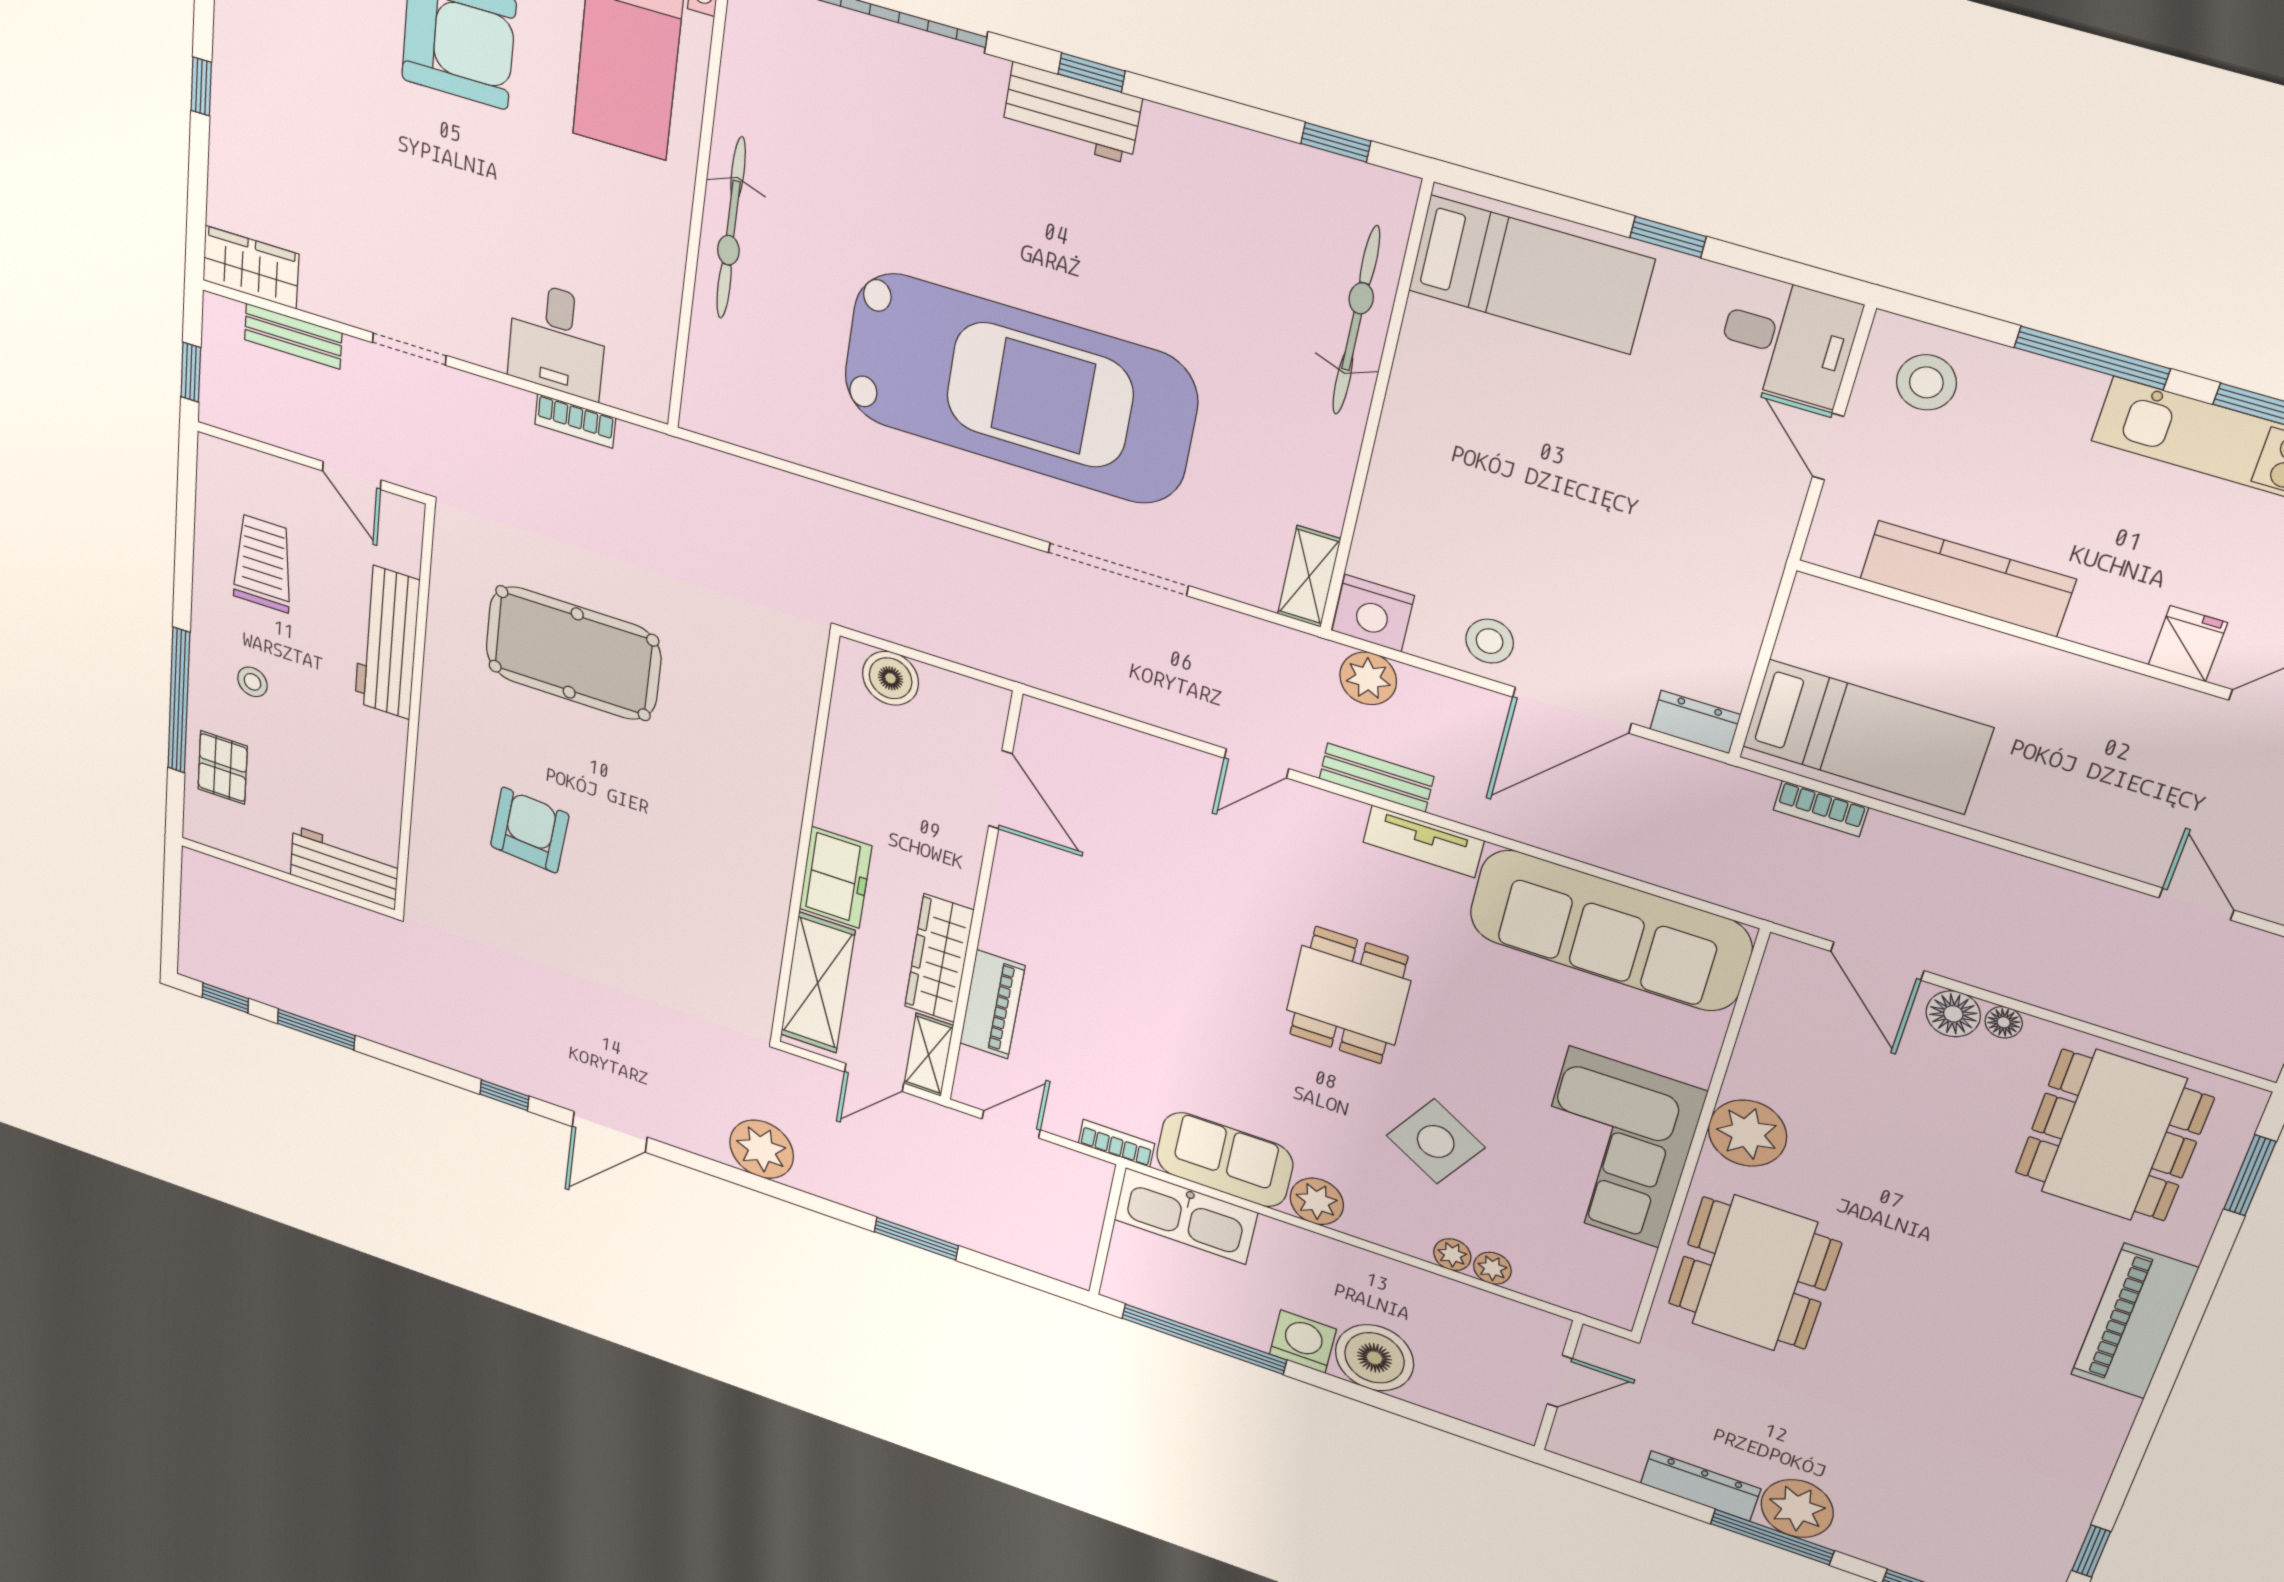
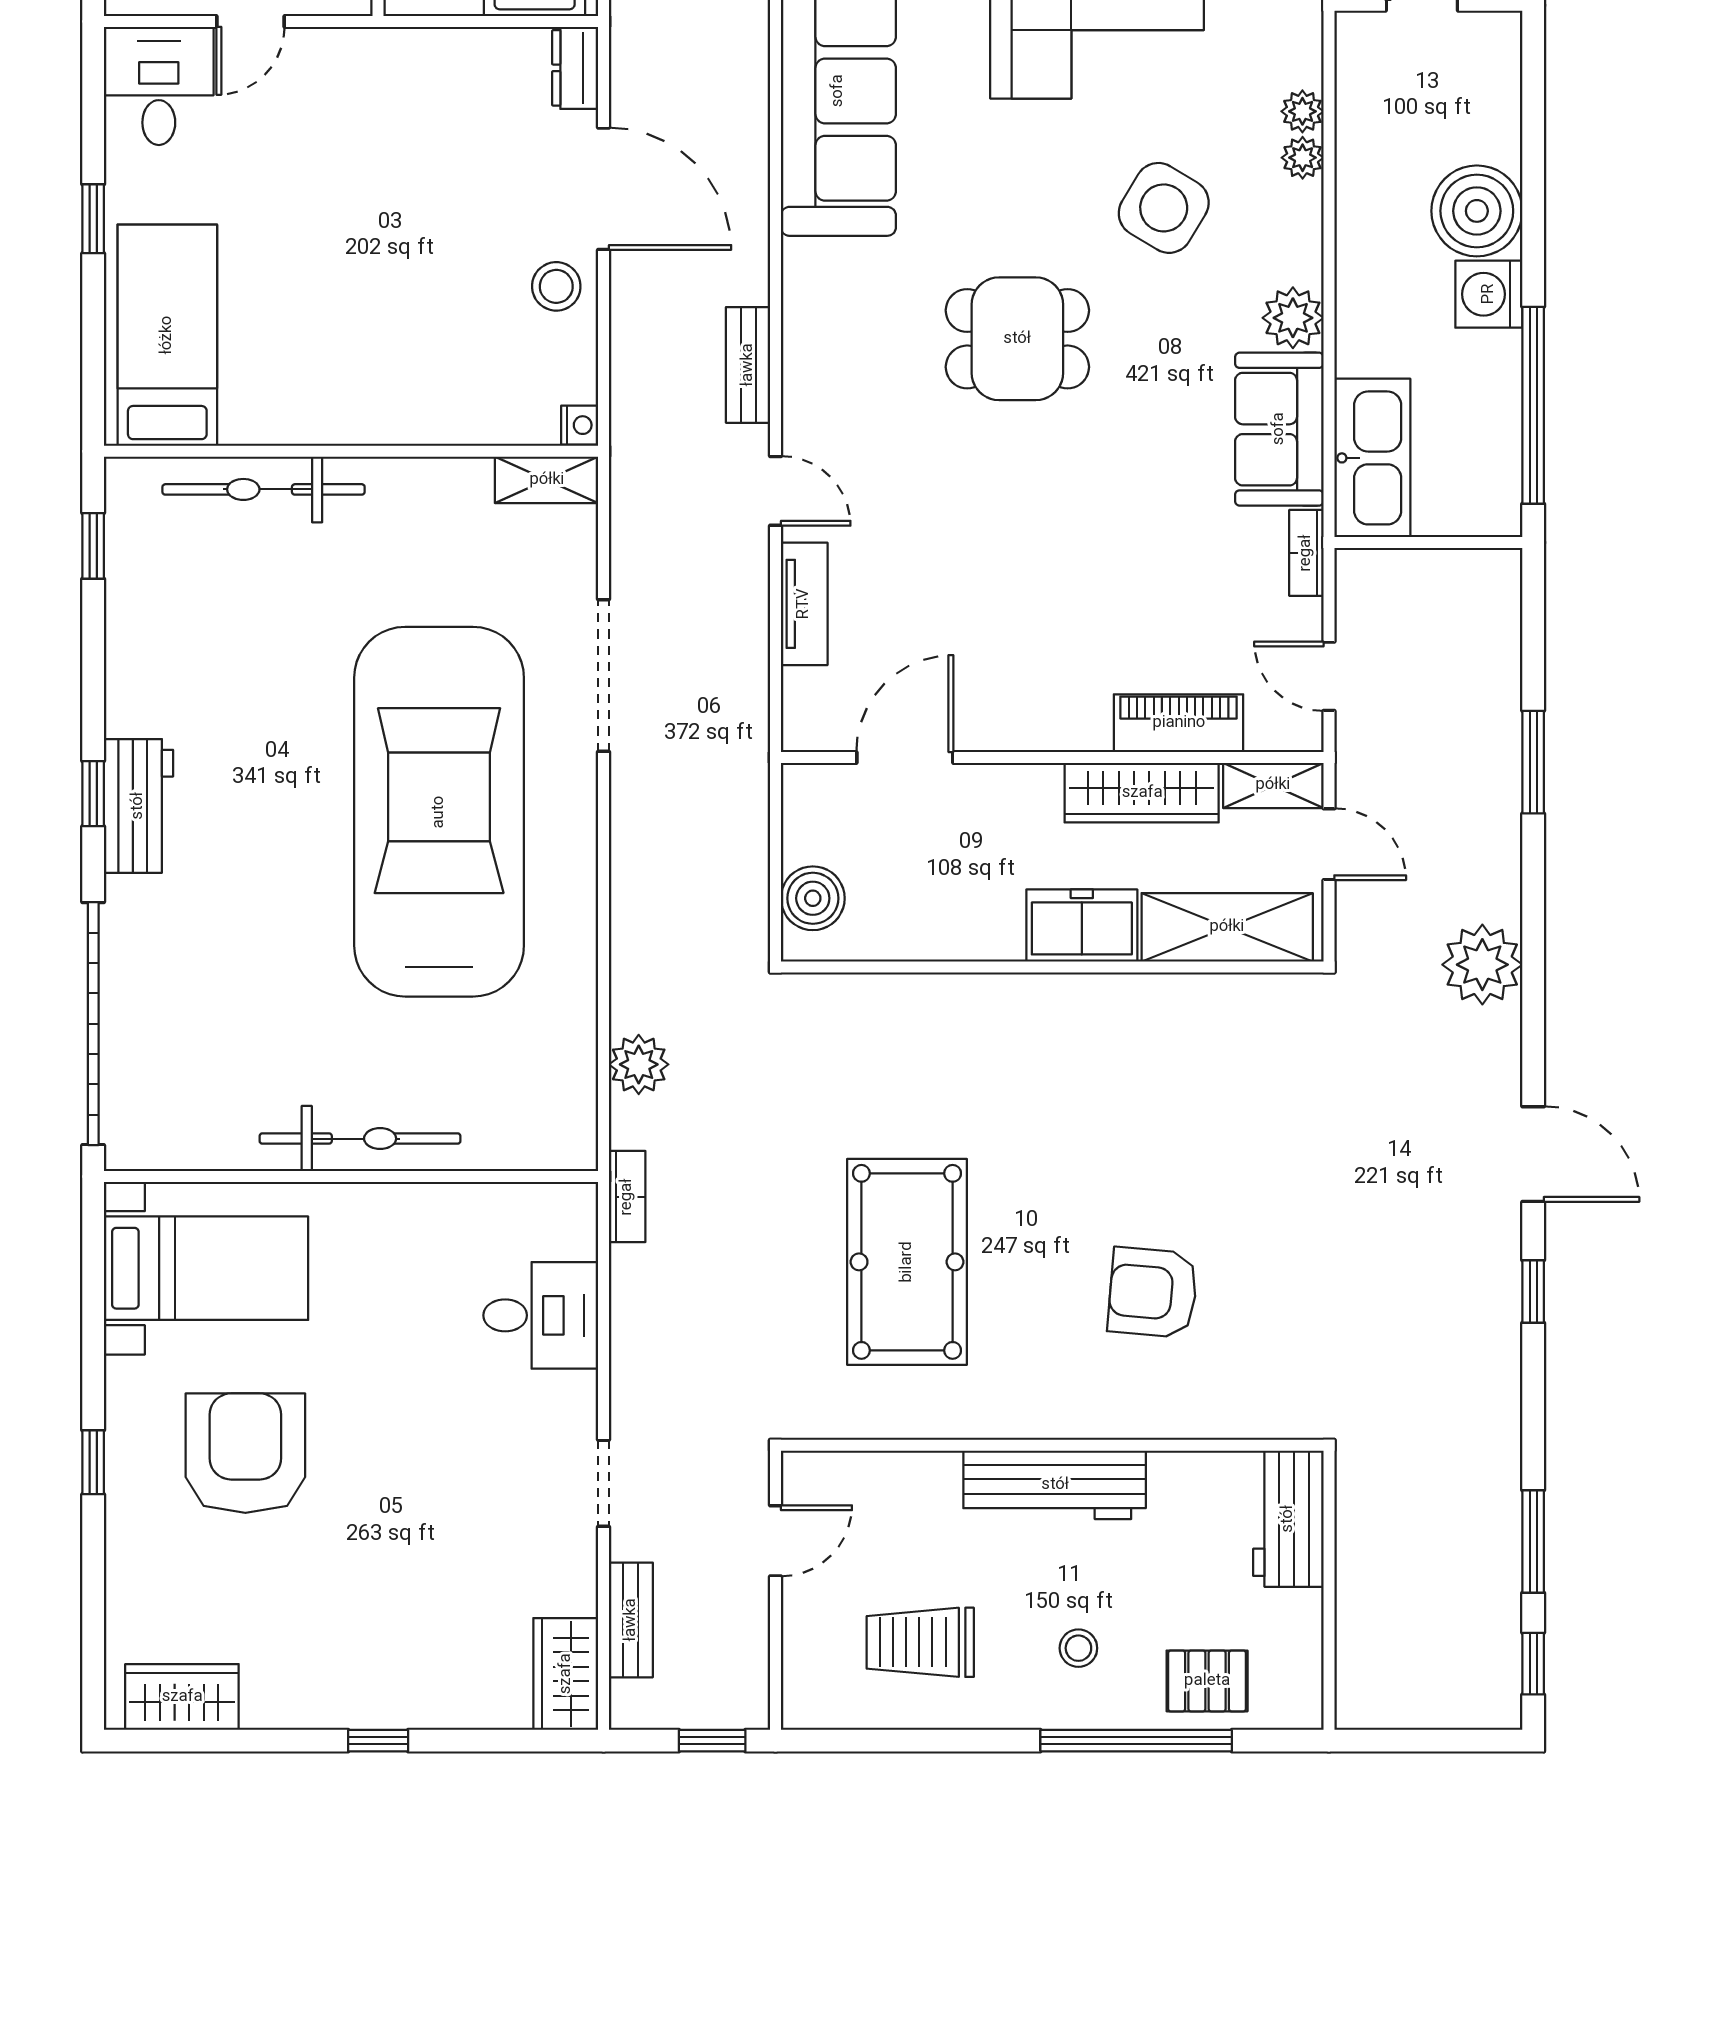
bookcase: (575, 421) -> (627, 1197), moved
nightstand: (1373, 613) -> (580, 425), width x0.53, depth x0.56
workbench: (387, 642) -> (1055, 1485), moved
plant: (1368, 678) -> (639, 1064), moved
tv unit: (1423, 841) -> (804, 604), moved

